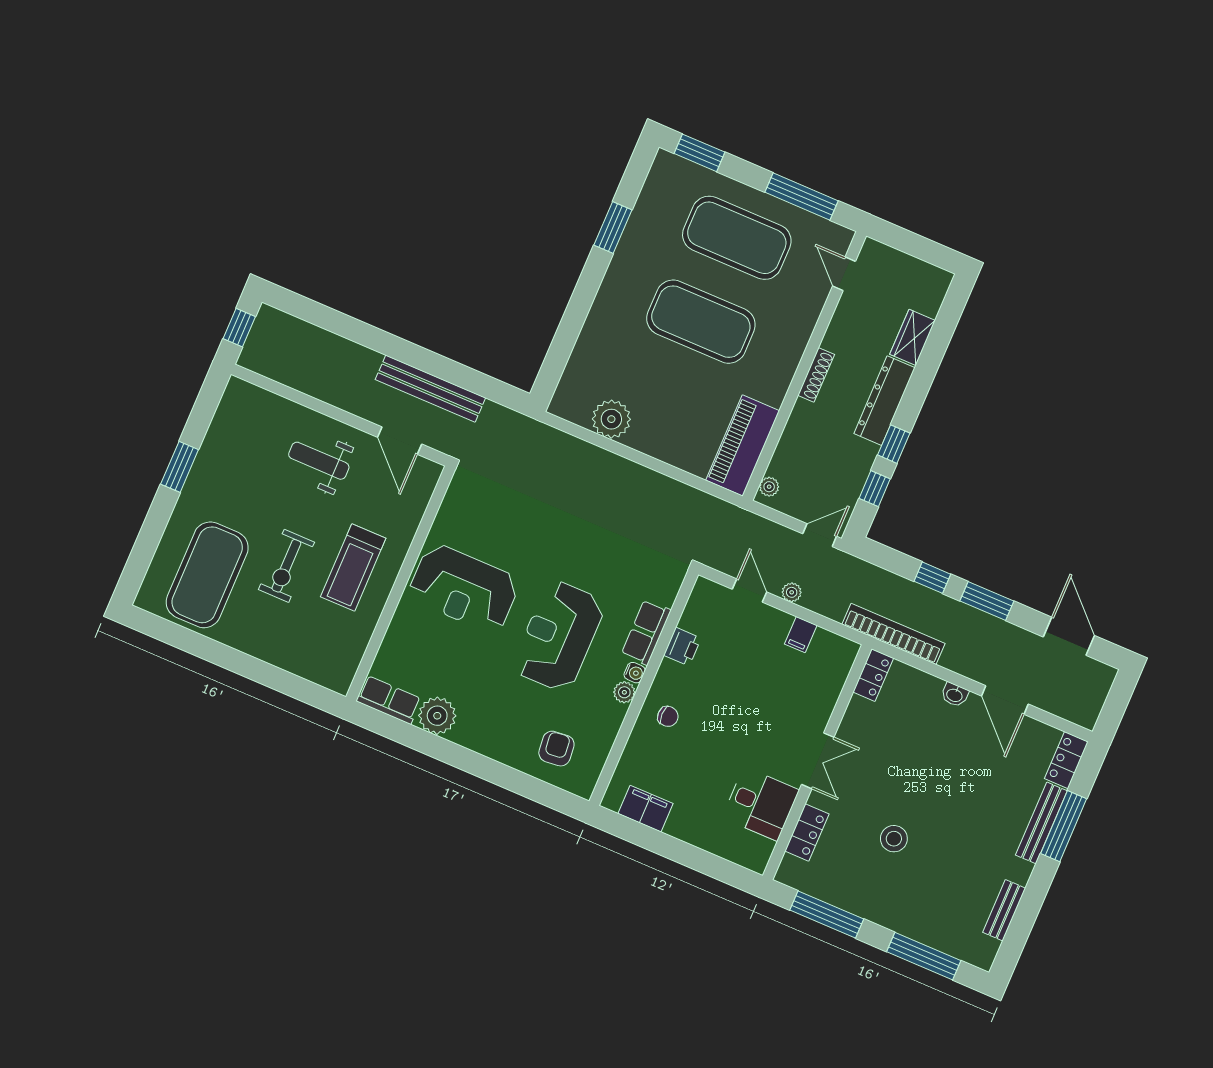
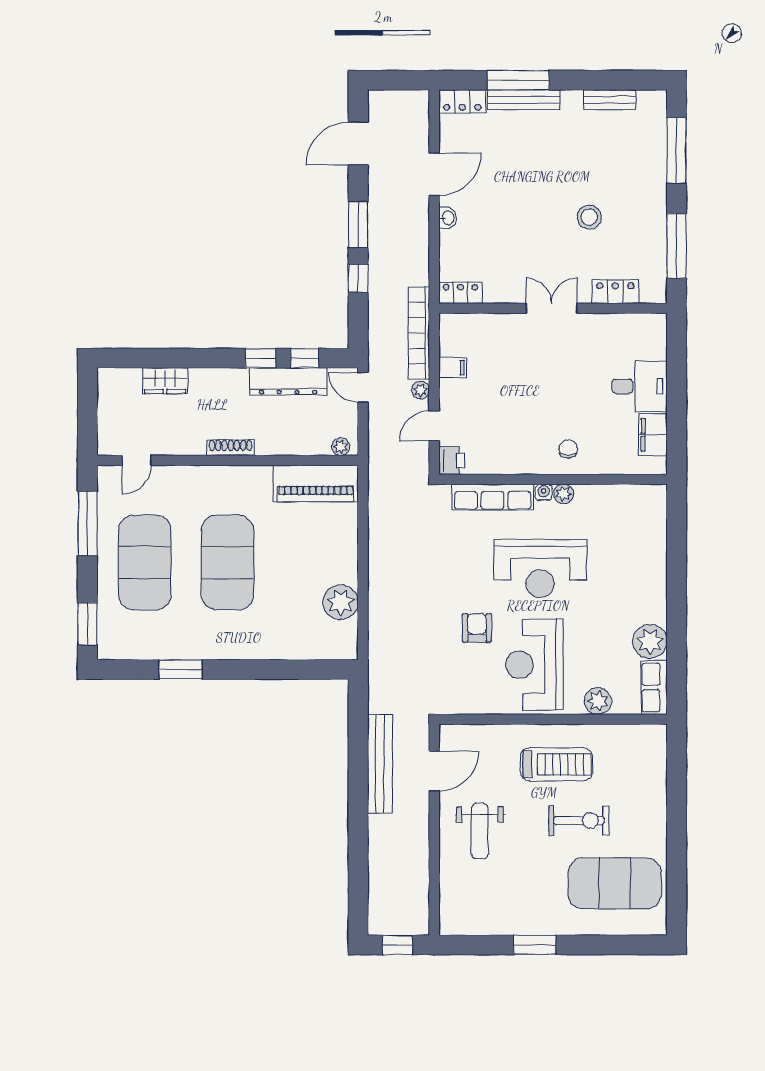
dresser: (884, 401) -> (288, 381), moved
reception desk: (464, 588) -> (534, 665), turned 180
row of seats: (646, 632) -> (493, 497), width x1.48
bookcase: (893, 634) -> (419, 333), moved
plant: (399, 637) -> (598, 701), added
printer: (682, 647) -> (452, 461), moved, turned 90
armchair: (556, 749) -> (477, 628), moved, turned 96
desk: (761, 804) -> (639, 386), moved, turned 90

